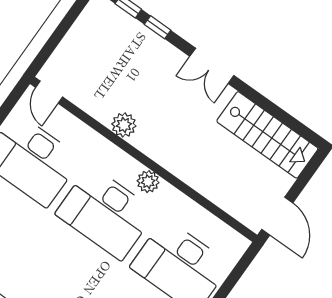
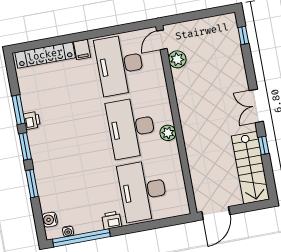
window: (158, 27) -> (264, 145), moved
plant: (124, 125) -> (177, 59), moved

